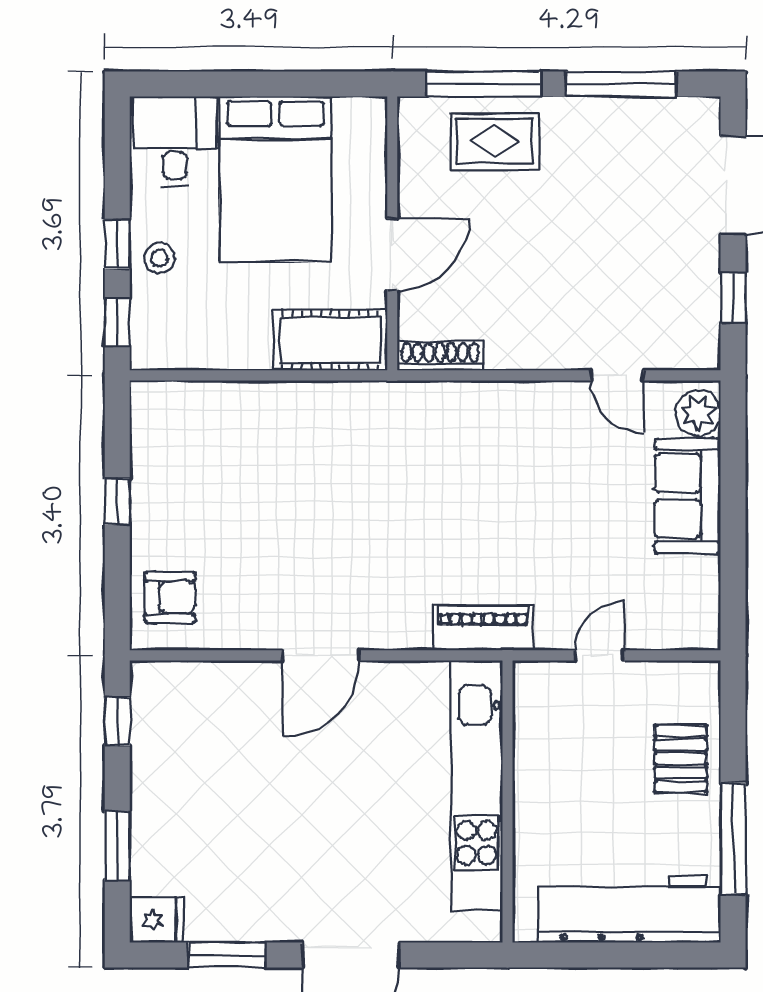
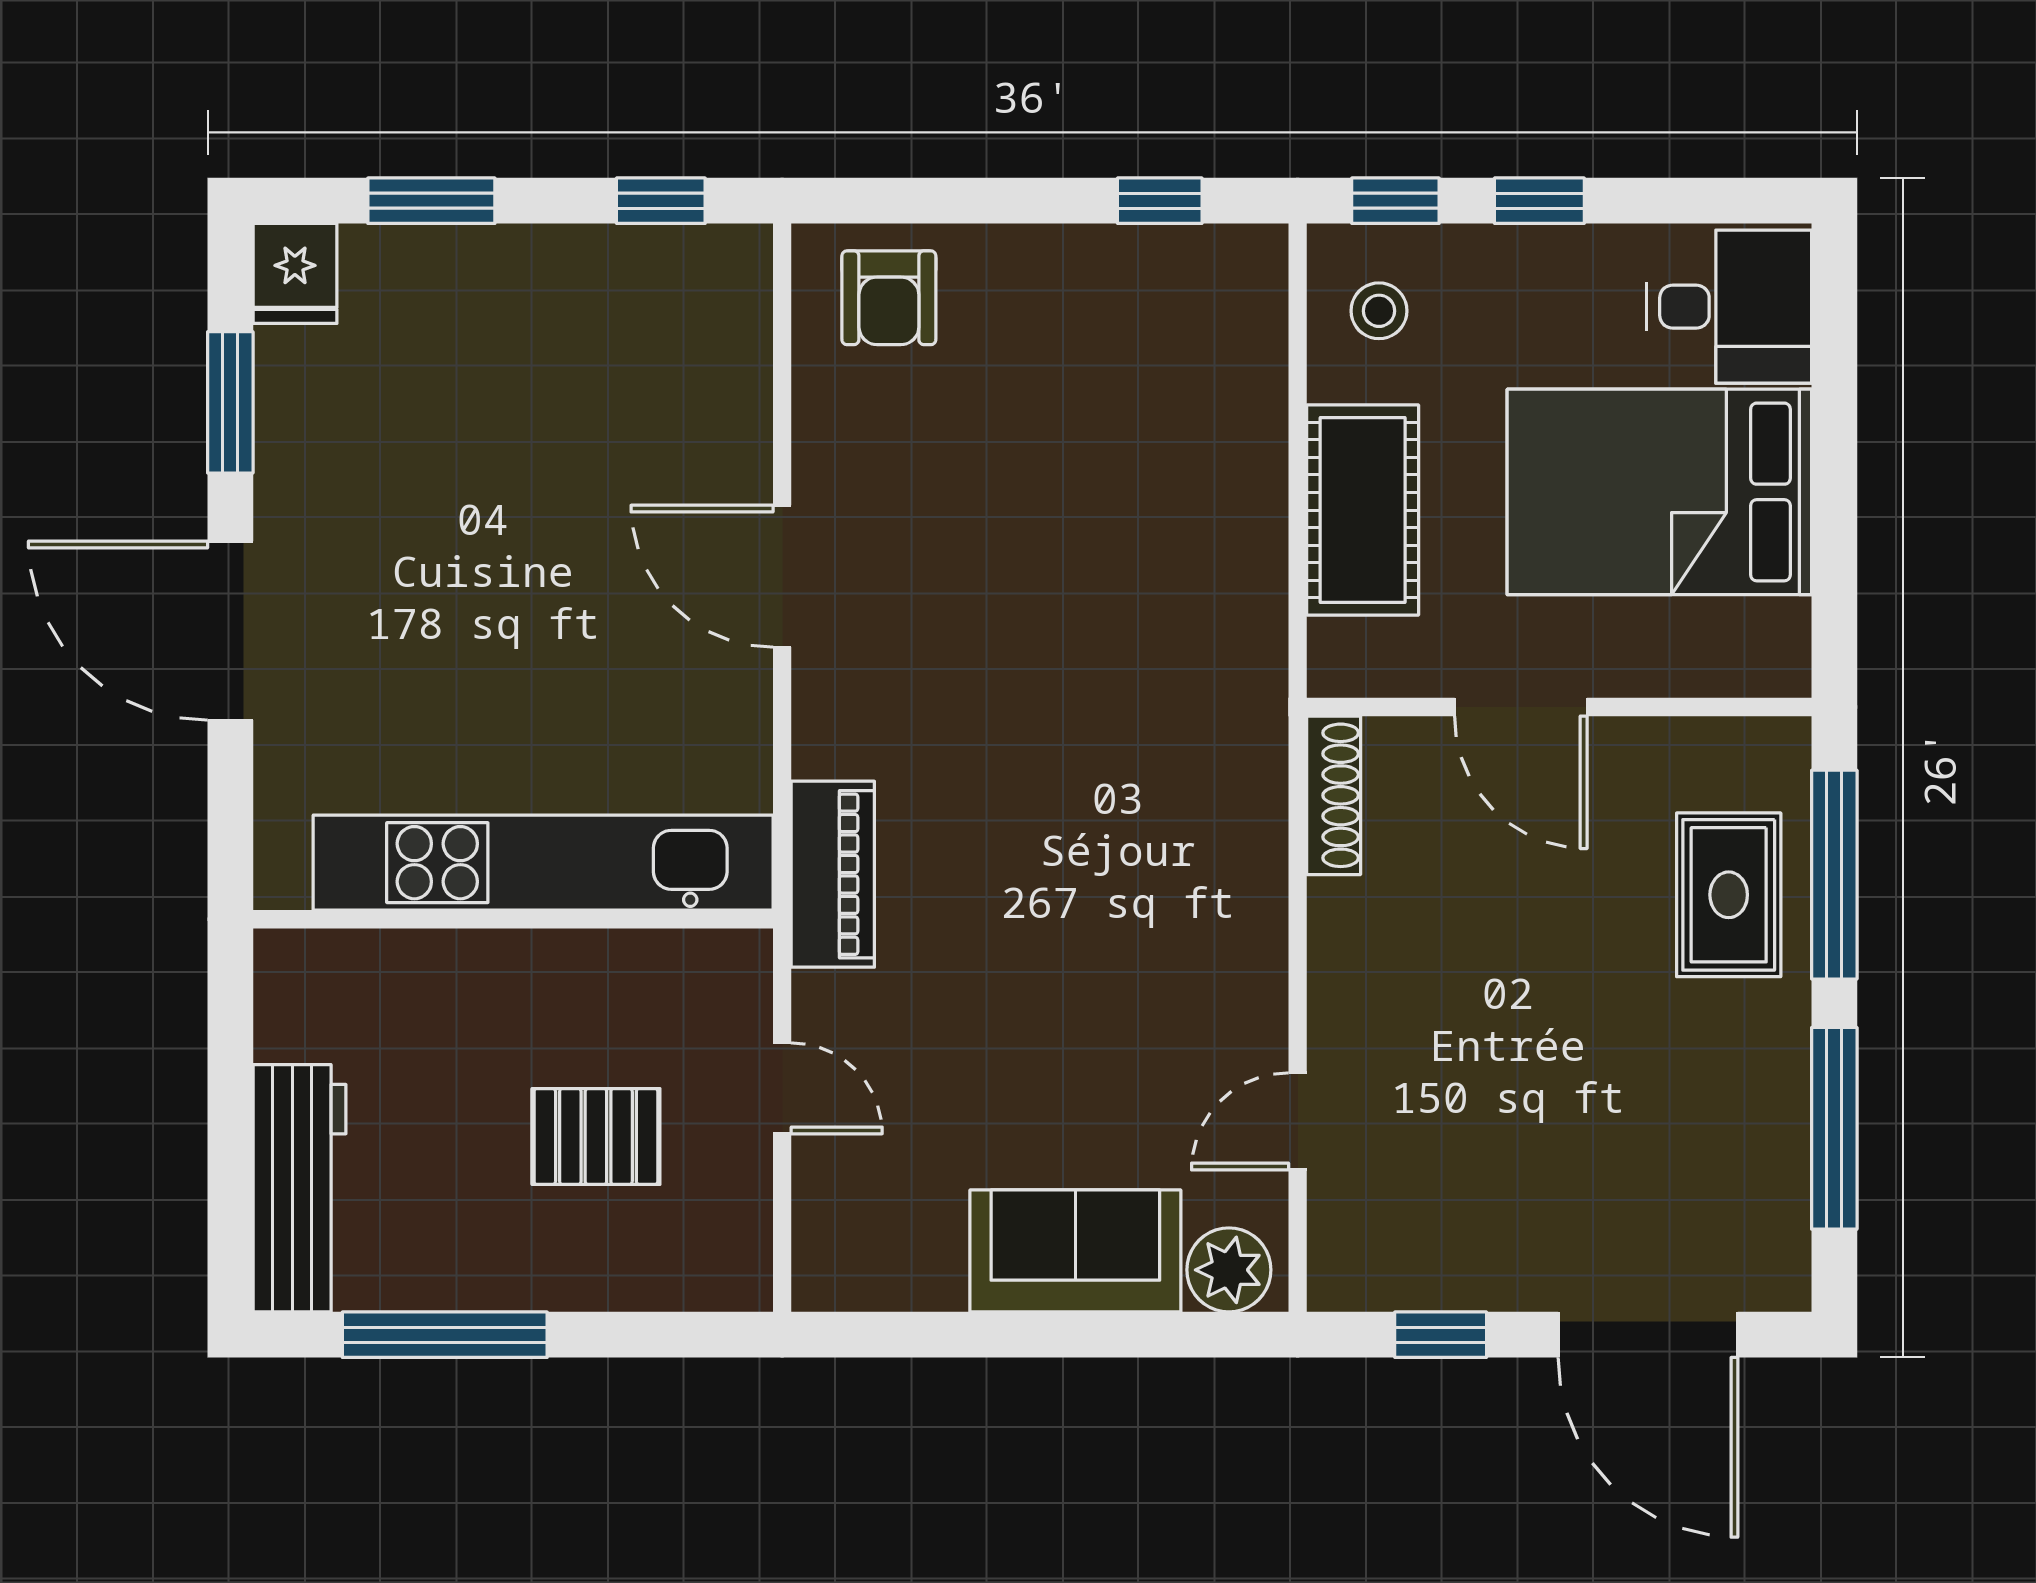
stool: (159, 258) -> (1379, 311), moved
cot: (330, 340) -> (1363, 510), moved
window: (117, 501) -> (1160, 201), moved
pallet: (681, 759) -> (596, 1136), moved
workbench: (629, 909) -> (300, 1188), width x0.73, depth x0.76

